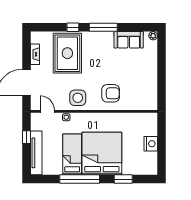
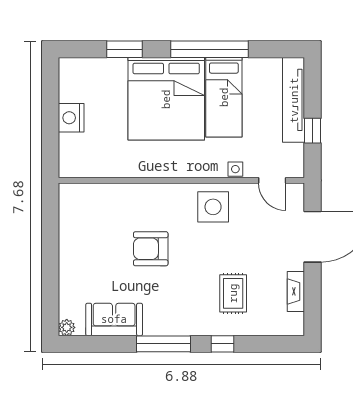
rug: (67, 53) -> (233, 293), width x0.54, depth x0.49
armchair: (111, 93) -> (151, 249), moved

